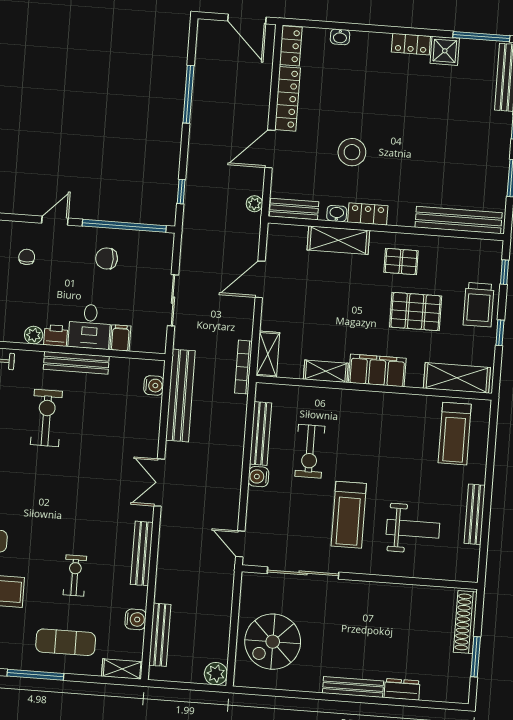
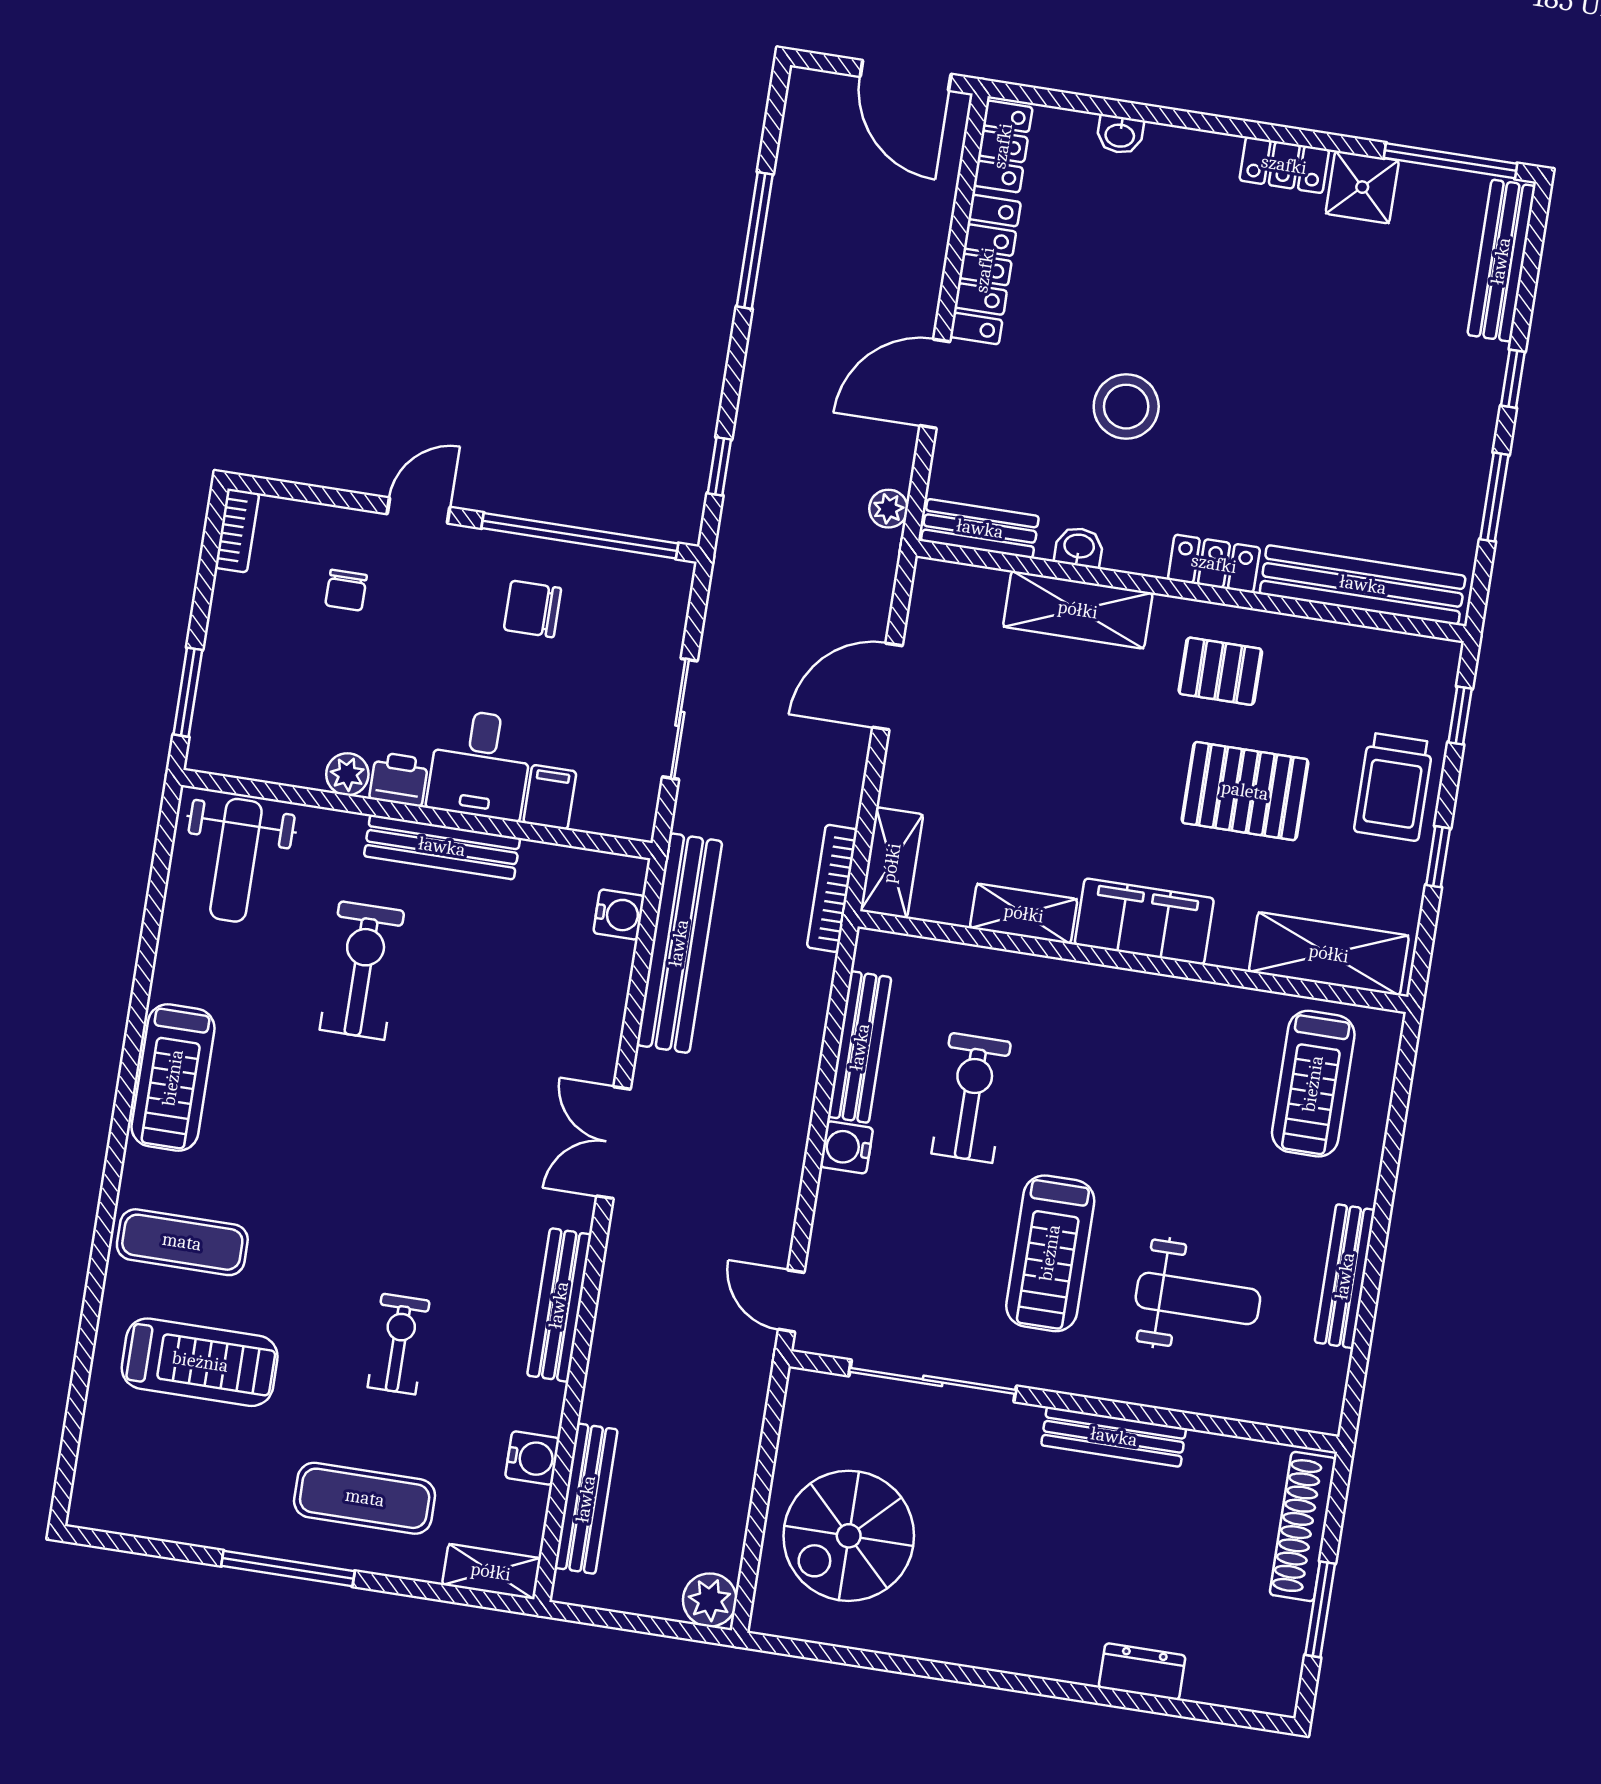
locker: (368, 214) -> (1214, 564), moved
chair: (27, 257) -> (346, 590), turned 180
exercise bike: (310, 451) -> (971, 1098), turned 180
bench: (353, 687) -> (1114, 1437), moved

